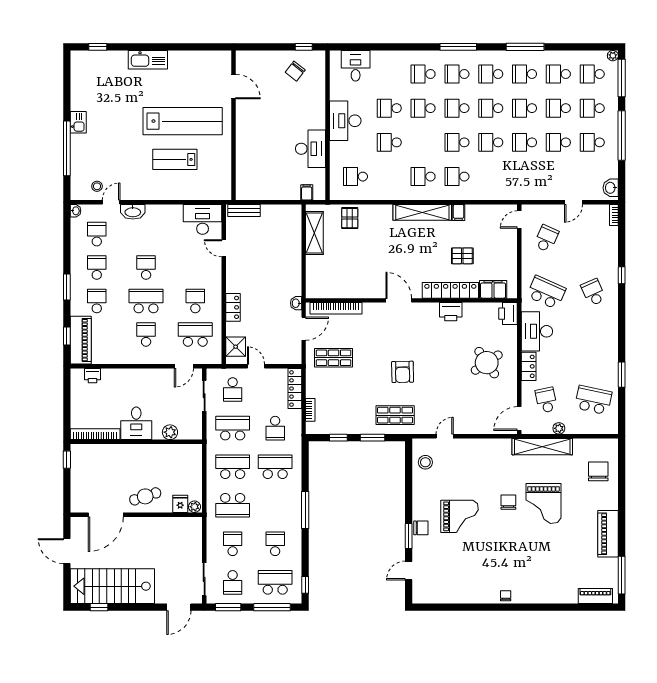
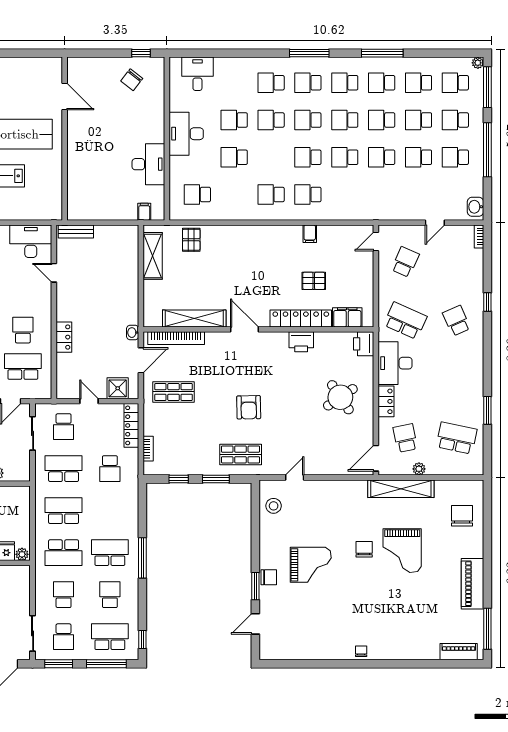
shelving: (422, 212) -> (194, 318), moved
shower: (236, 347) -> (118, 388), moved
school desk: (275, 467) -> (110, 553), moved

